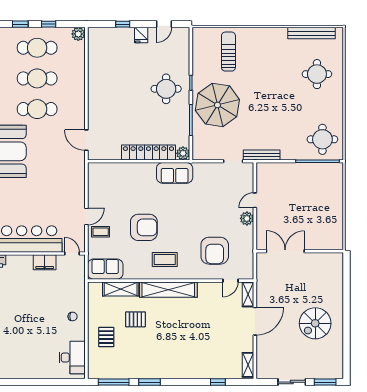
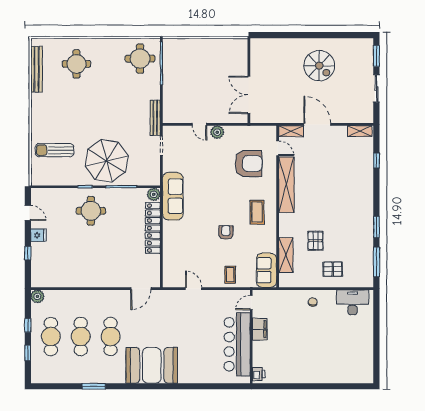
sofa: (175, 173) -> (173, 196), width x1.36
door: (86, 217) -> (194, 289), moved
armchair: (144, 227) -> (226, 233), width x0.53, depth x0.53
shelving: (168, 290) -> (286, 185), moved

